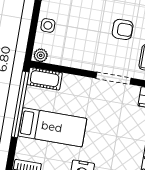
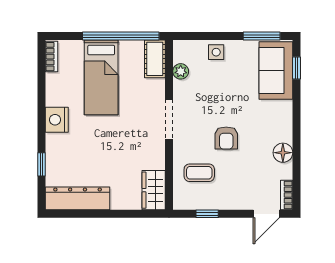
plant: (41, 55) -> (181, 71), moved
doorway: (113, 78) -> (169, 119), moved

